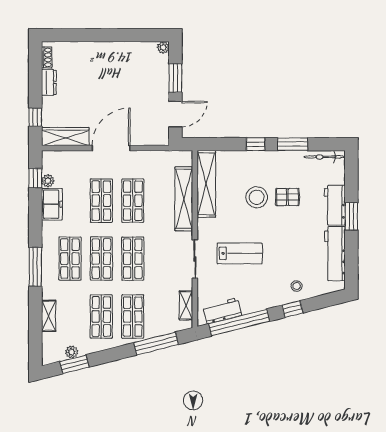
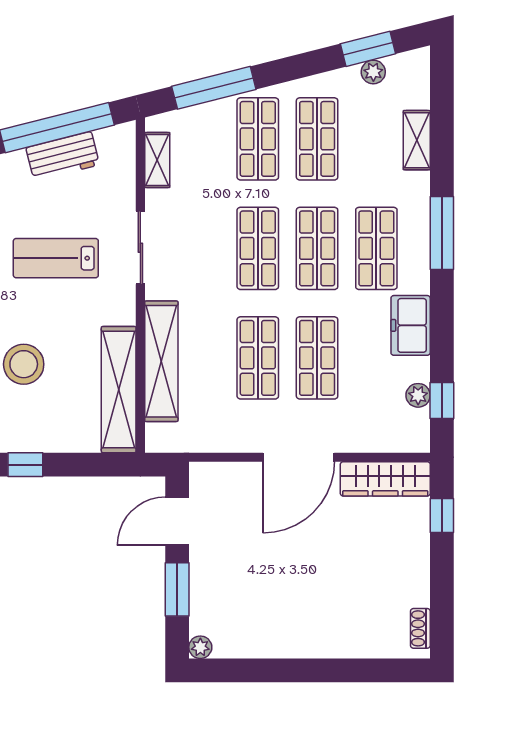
dresser: (49, 82) -> (416, 581), removed
freezer: (52, 204) -> (411, 325), moved
workbench: (222, 311) -> (63, 156), moved

